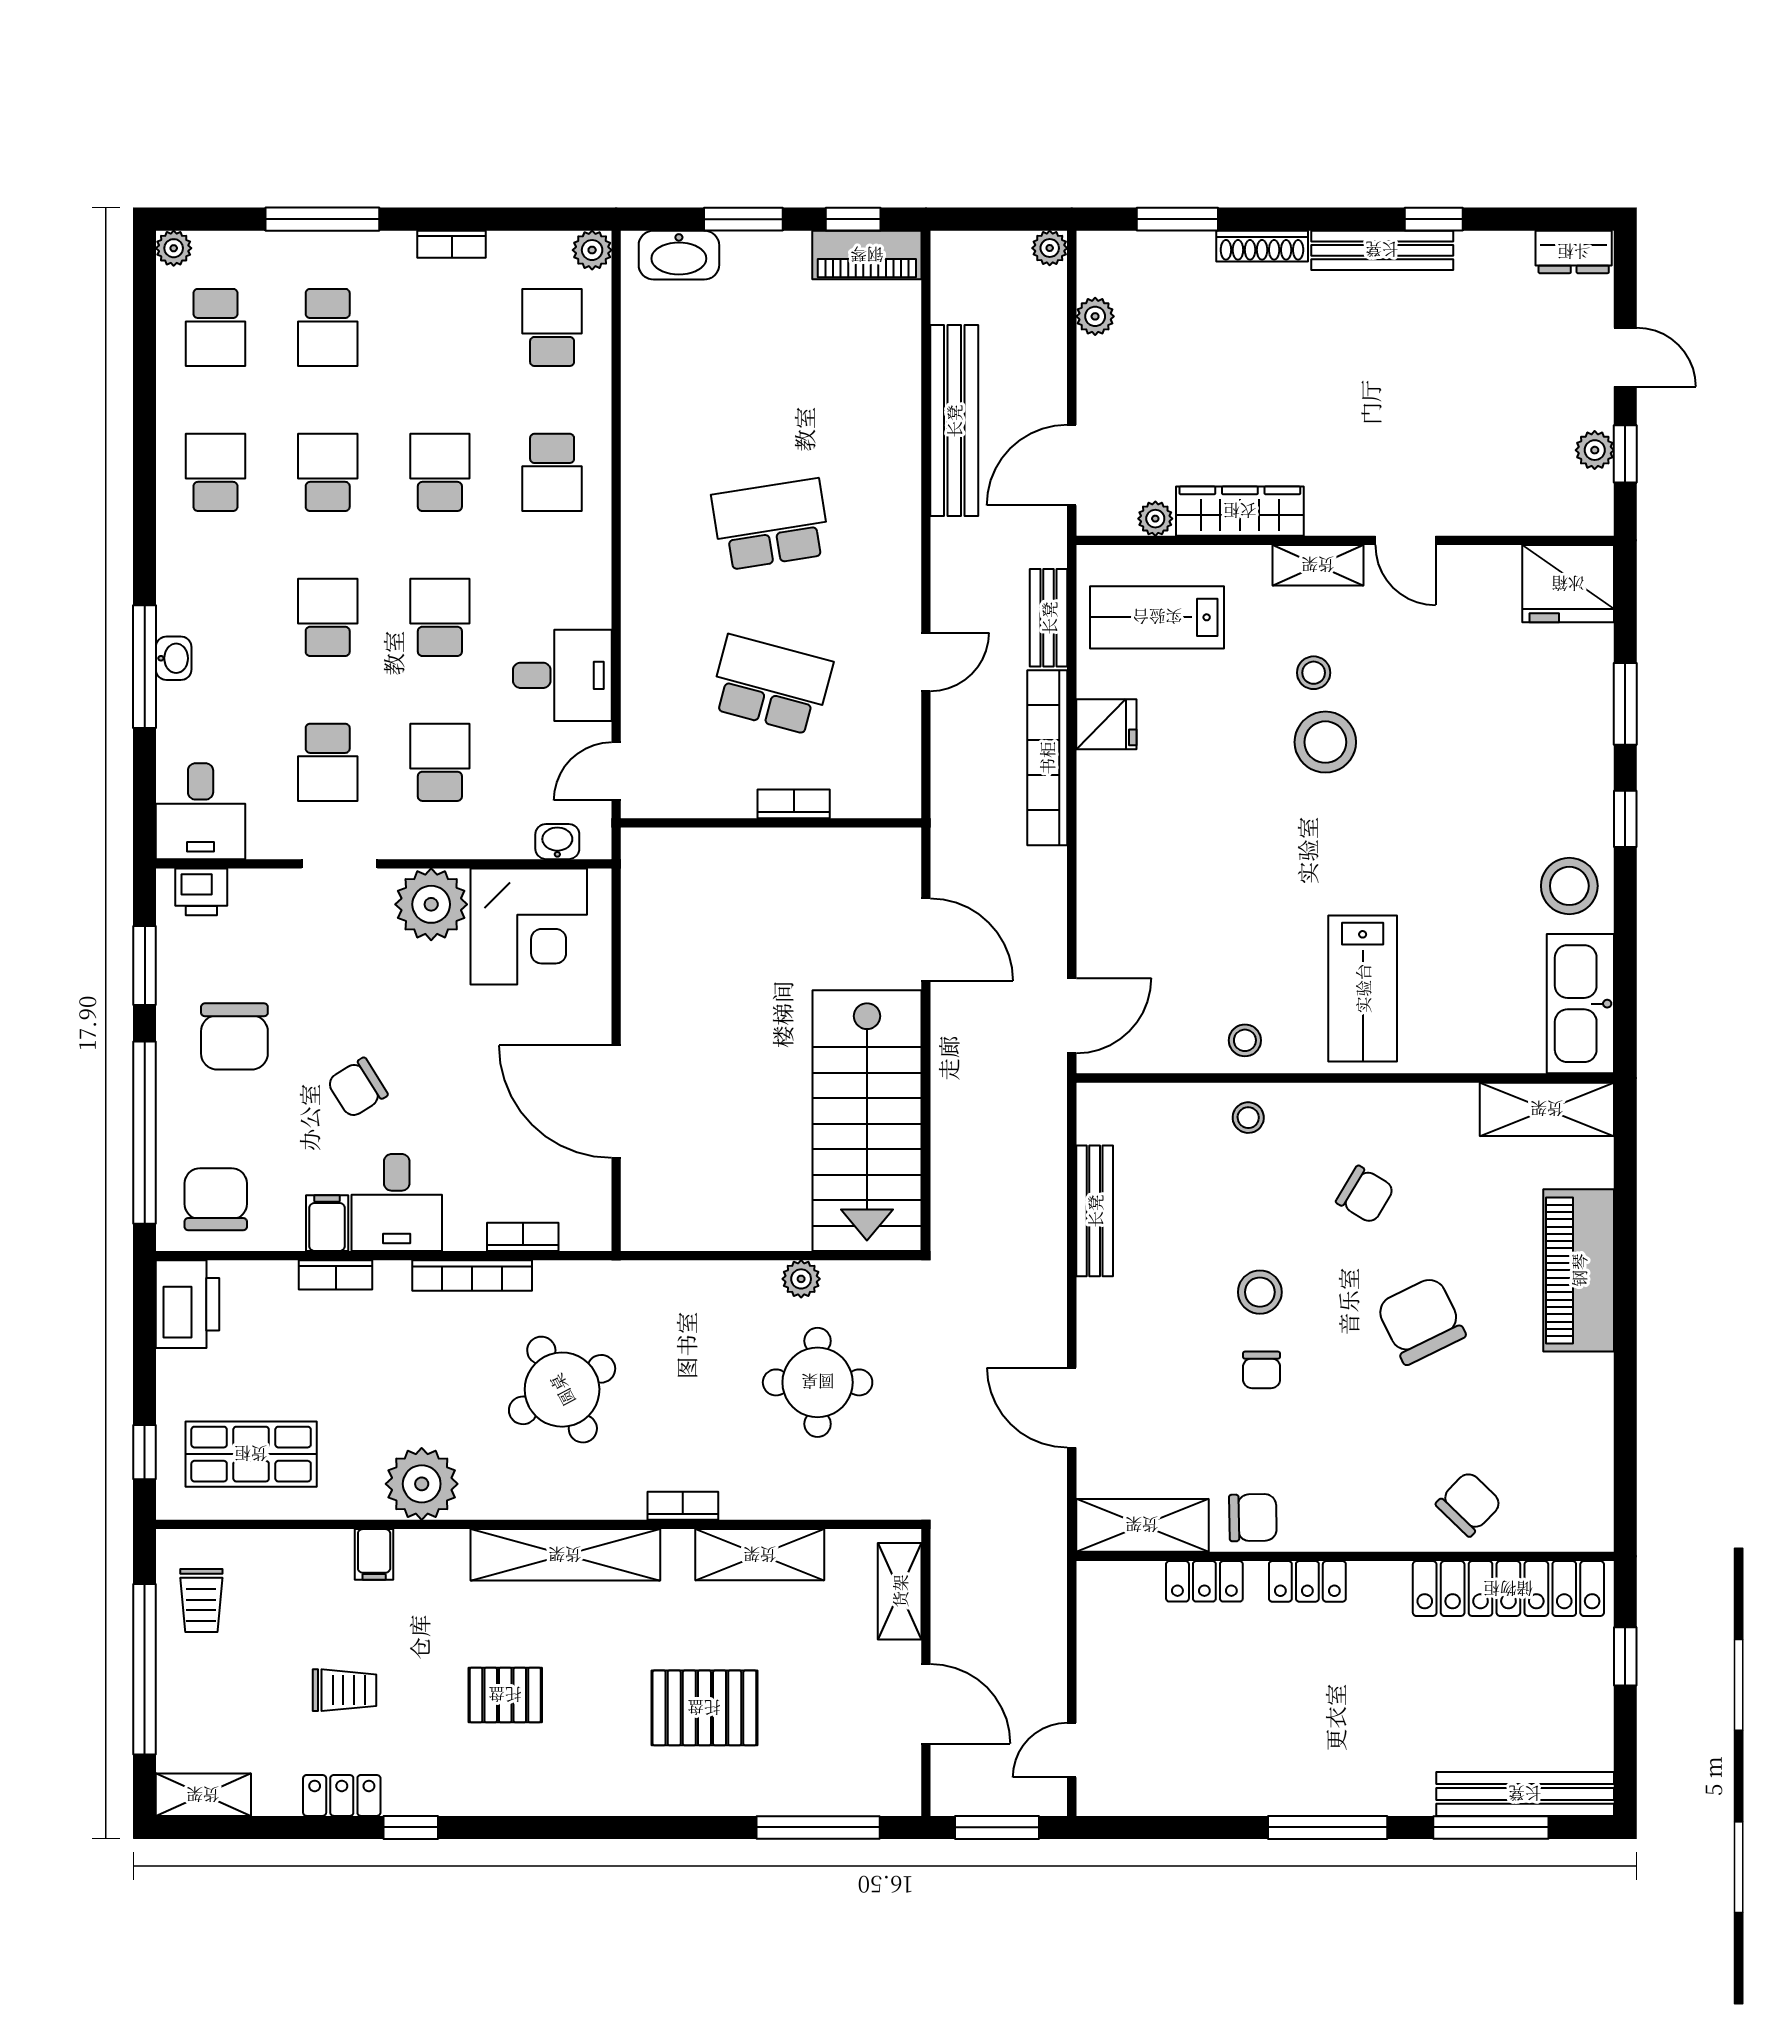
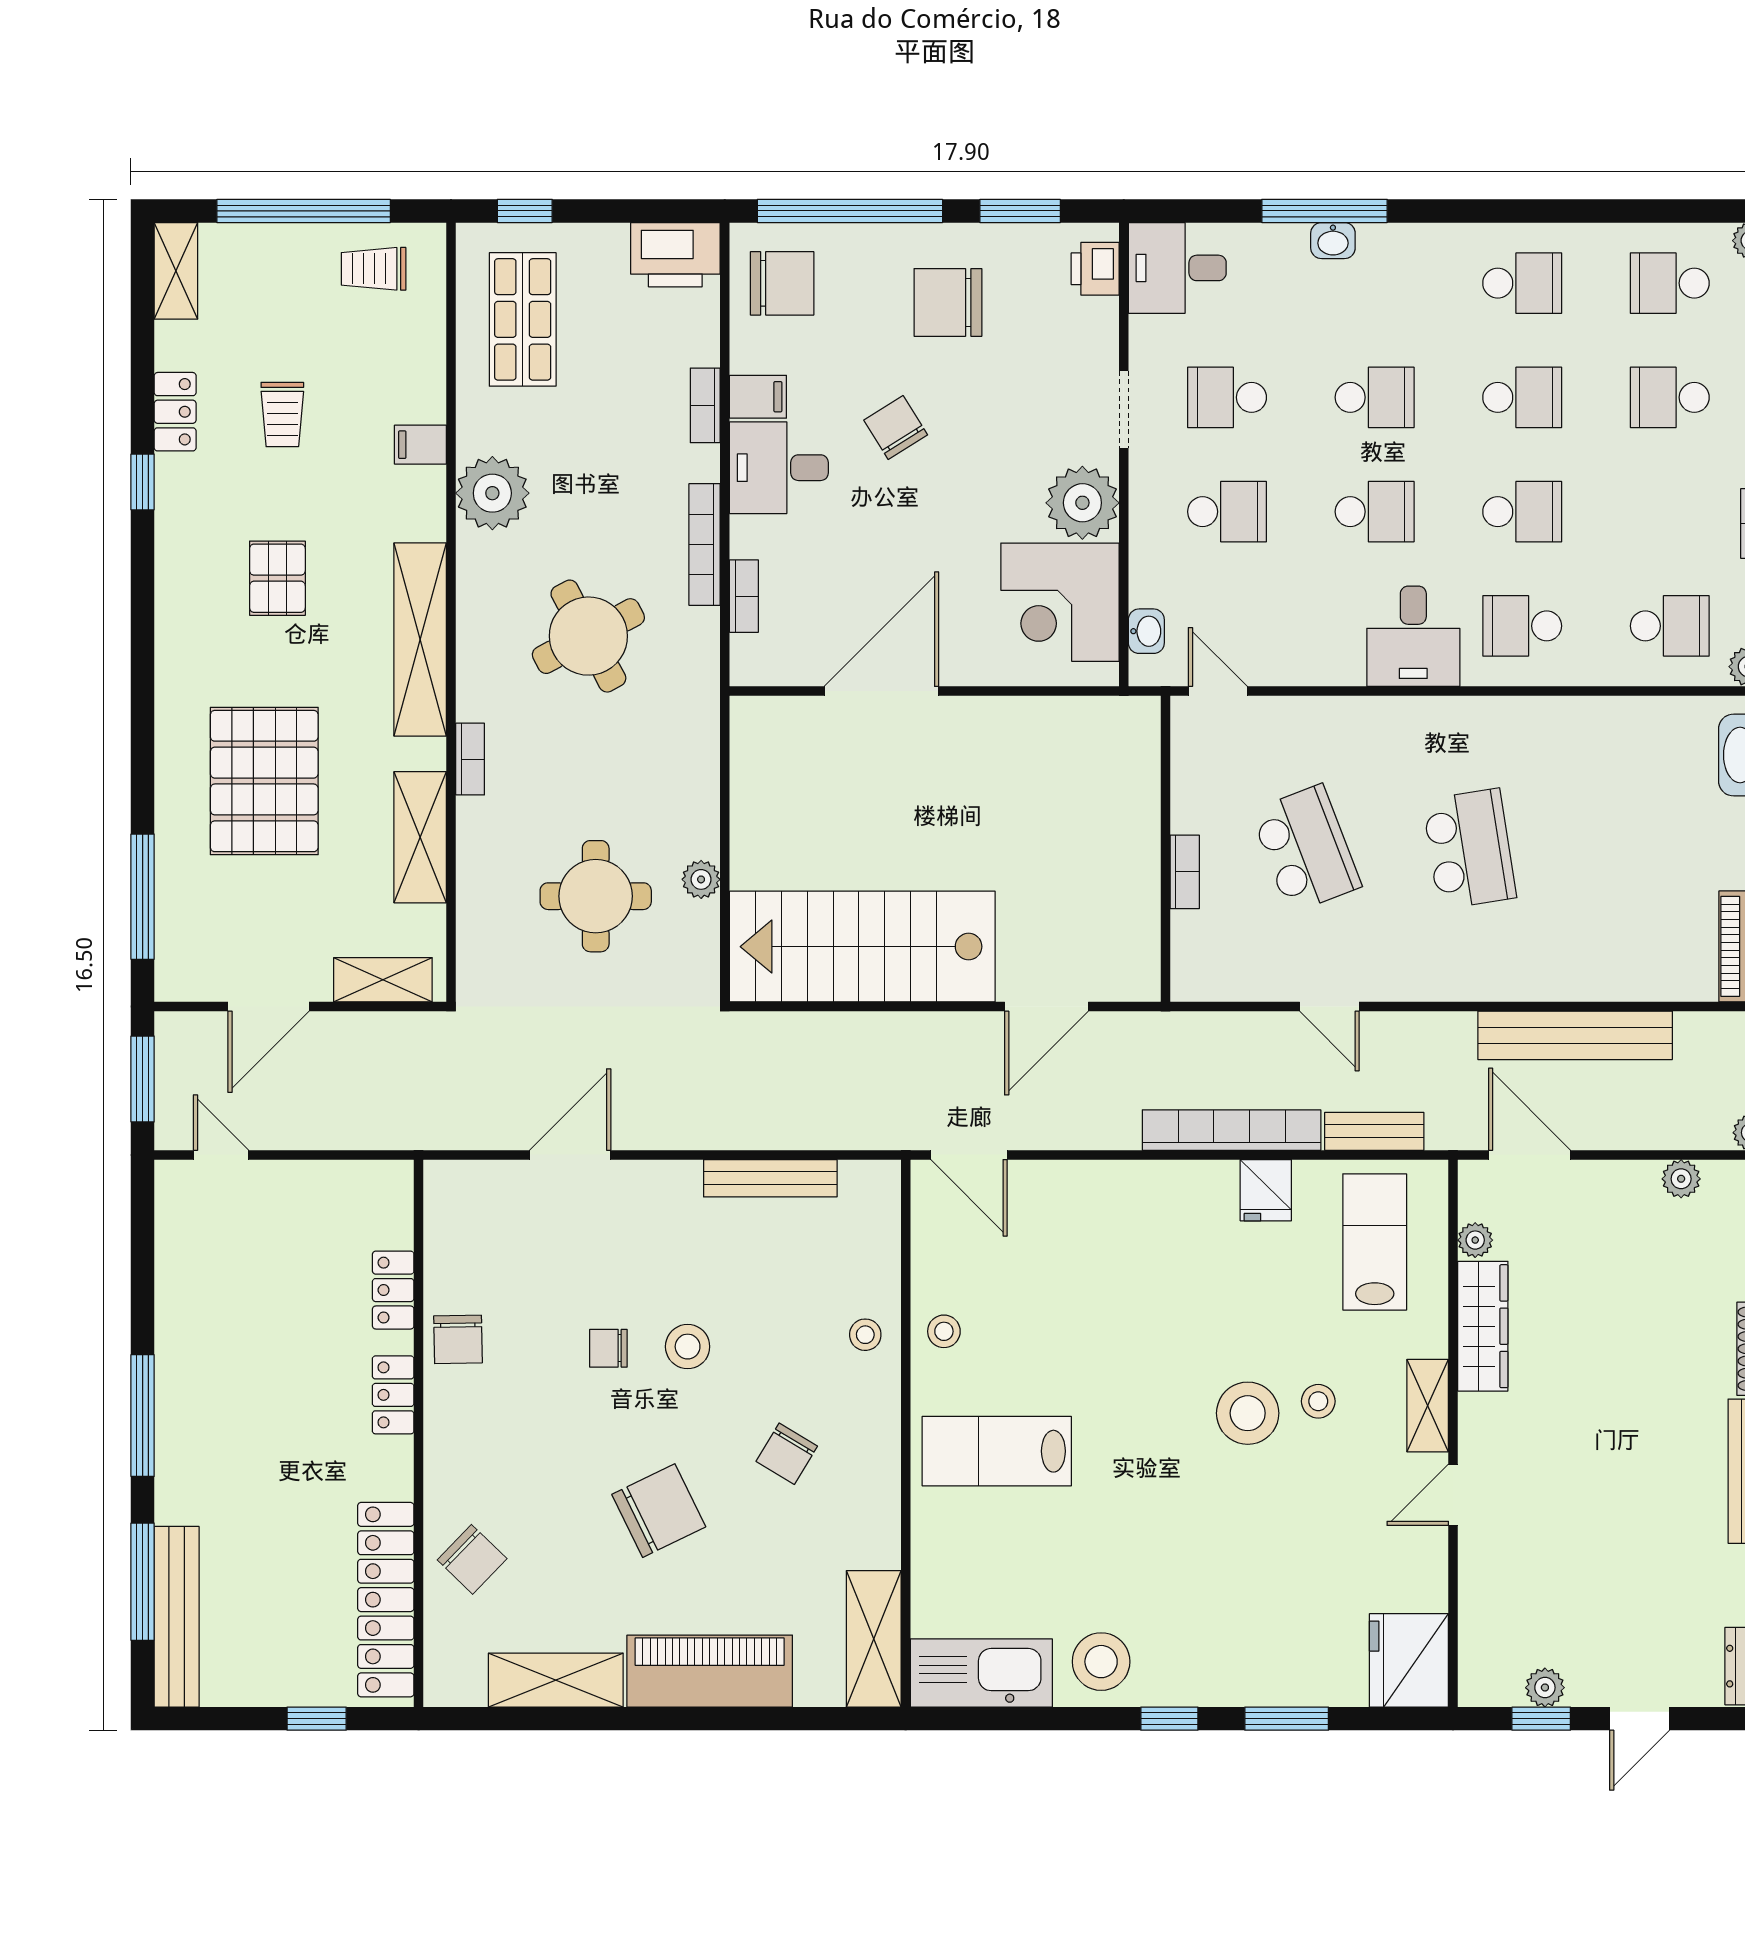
desk: (562, 675) -> (1413, 636), moved
school desk: (771, 685) -> (1306, 849), turned -36
shelving: (1142, 1525) -> (556, 1680), moved, turned 90
pallet: (704, 1708) -> (264, 781), width x1.37, depth x1.41

